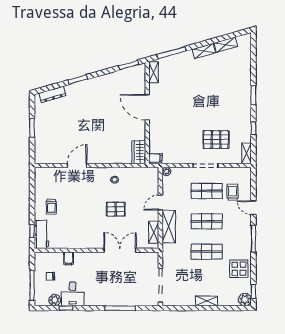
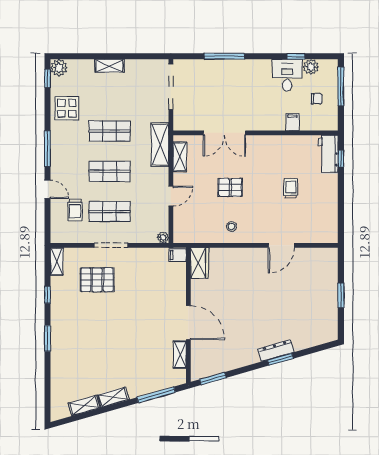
shelving: (154, 72) -> (180, 355), moved
dresser: (52, 94) -> (276, 351), moved
trolley: (51, 207) -> (291, 188), moved
shelving: (169, 227) -> (160, 145), moved

